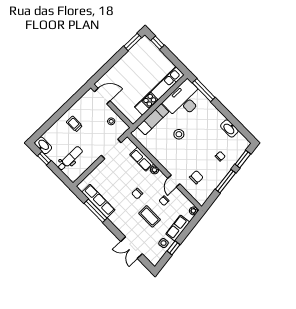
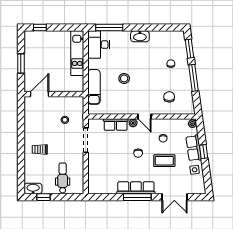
window: (133, 42) -> (21, 64), moved
kitchen unit: (159, 91) -> (77, 53), width x0.73
door: (102, 96) -> (40, 94), moved
desk: (184, 100) -> (99, 45), width x0.73, depth x0.77
wall: (112, 106) -> (54, 94), moved
washbasin: (229, 128) -> (140, 36), moved
door: (174, 181) -> (144, 117), moved
row of seats: (98, 201) -> (136, 188), moved
window: (95, 211) -> (137, 197), moved
window: (174, 248) -> (204, 152), moved

